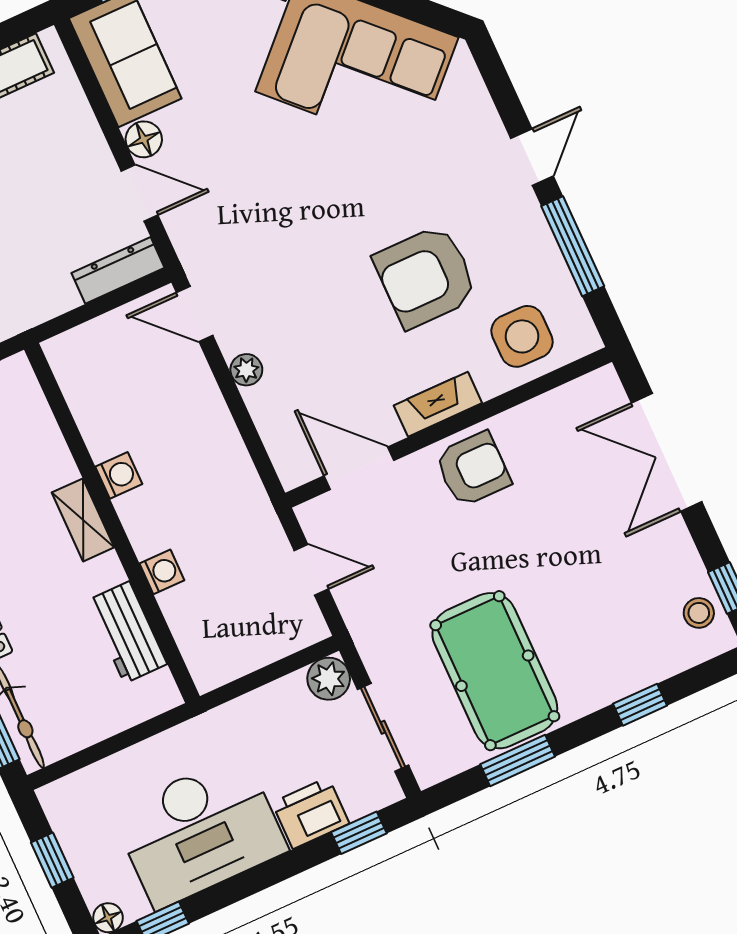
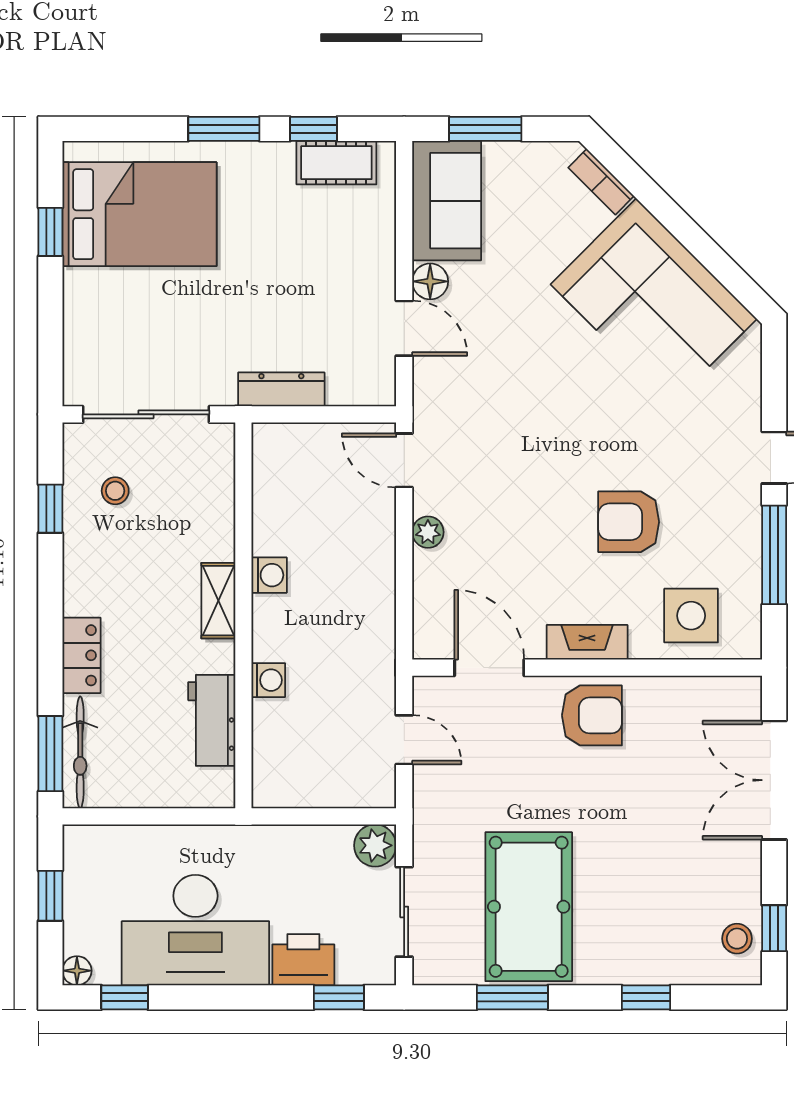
dresser: (118, 270) -> (281, 389), moved
armchair: (426, 277) -> (629, 522), width x0.73, depth x0.73

